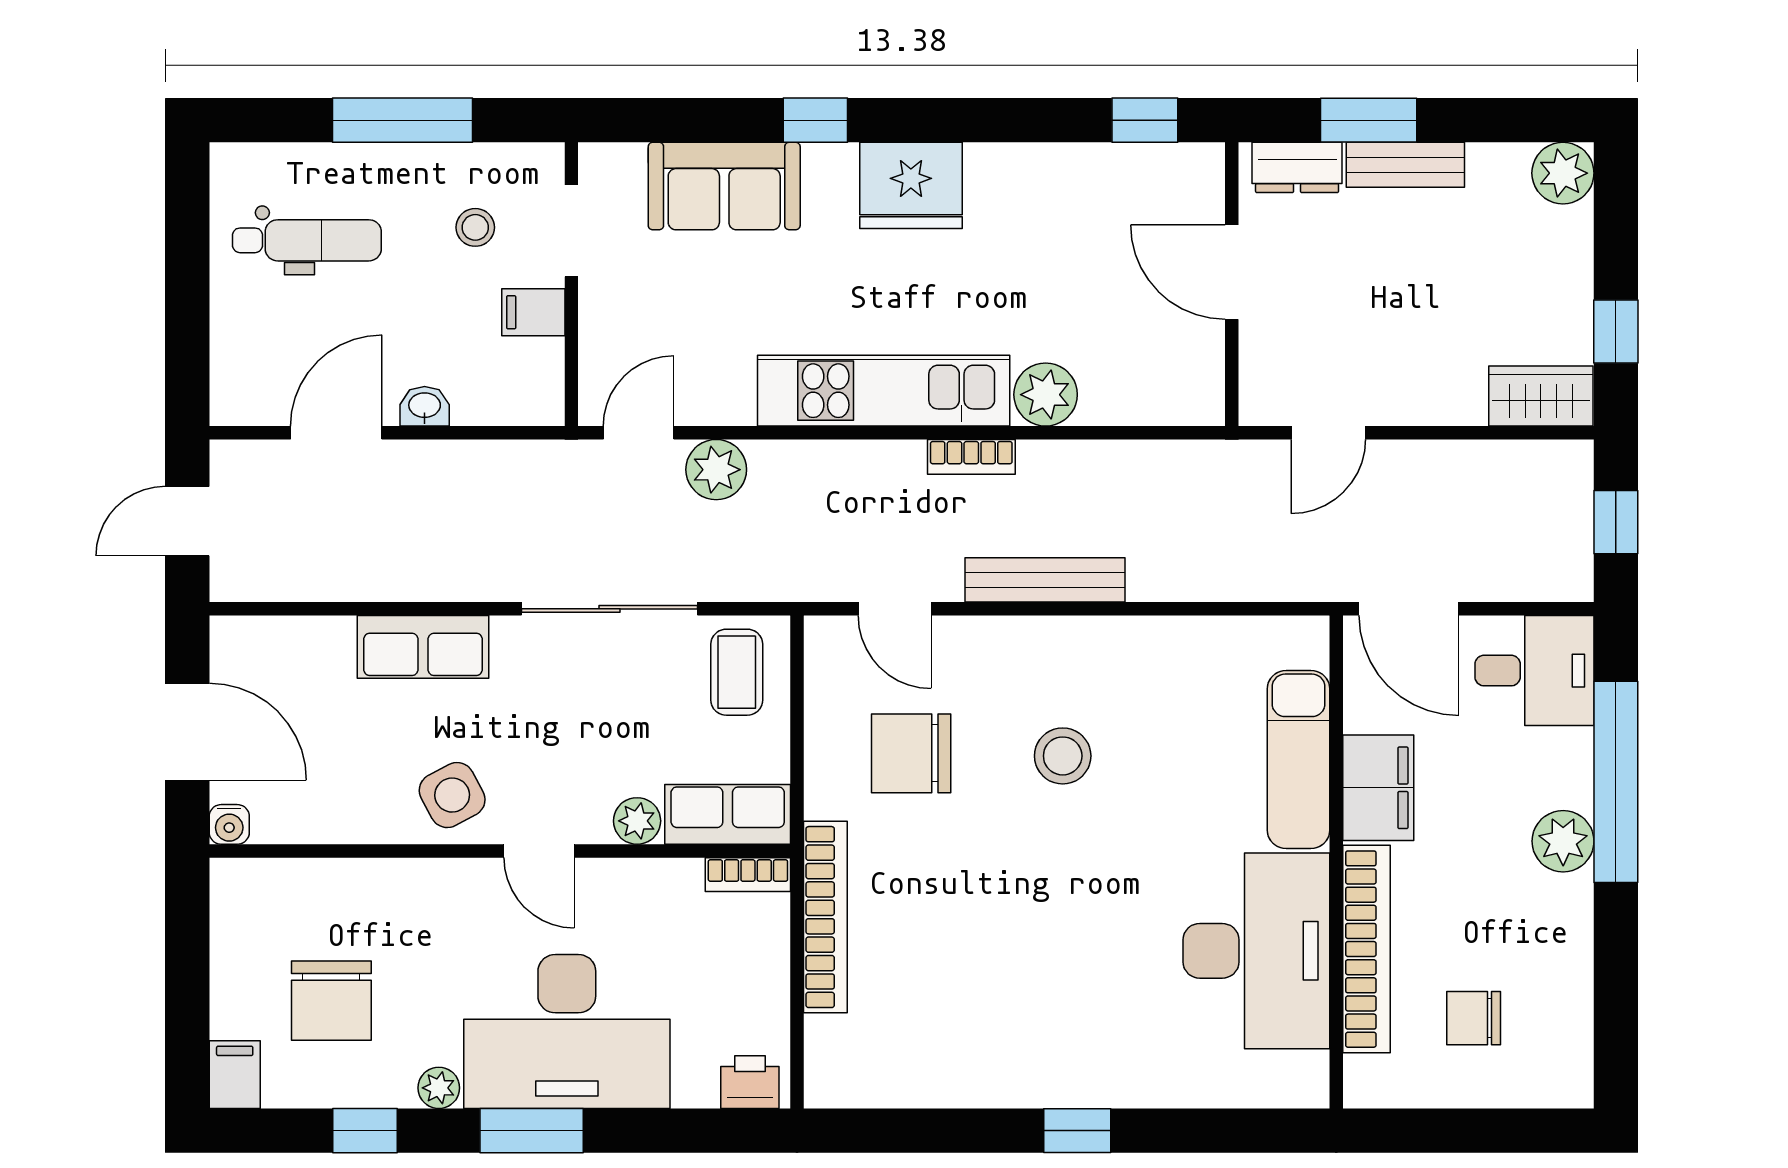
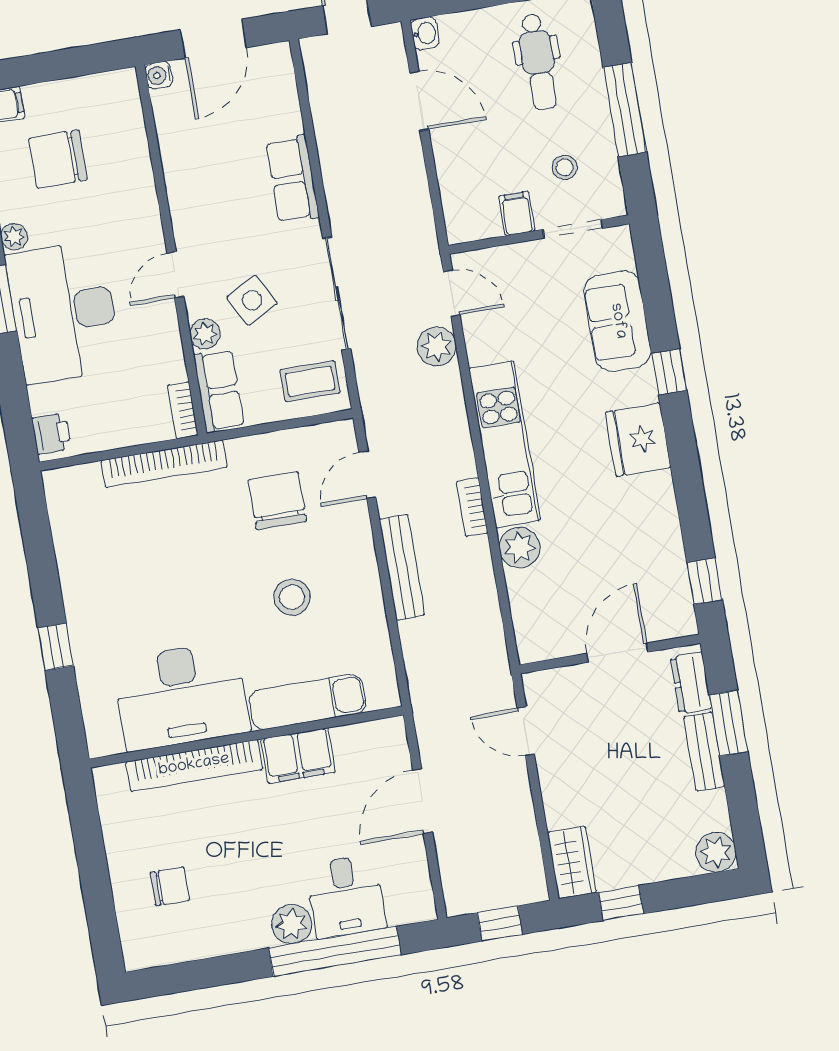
washbasin: (425, 406) -> (425, 33), moved
desk: (1534, 671) -> (346, 896), moved
exam couch: (1299, 759) -> (307, 702), moved
filing cabinet: (1378, 788) -> (298, 756), moved
side table: (452, 795) -> (252, 300), moved
wall: (1336, 862) -> (246, 737), moved
bookcase: (1367, 949) -> (194, 765), moved
desk: (1256, 951) -> (181, 696), moved
chair: (1474, 1018) -> (170, 886), turned 90

